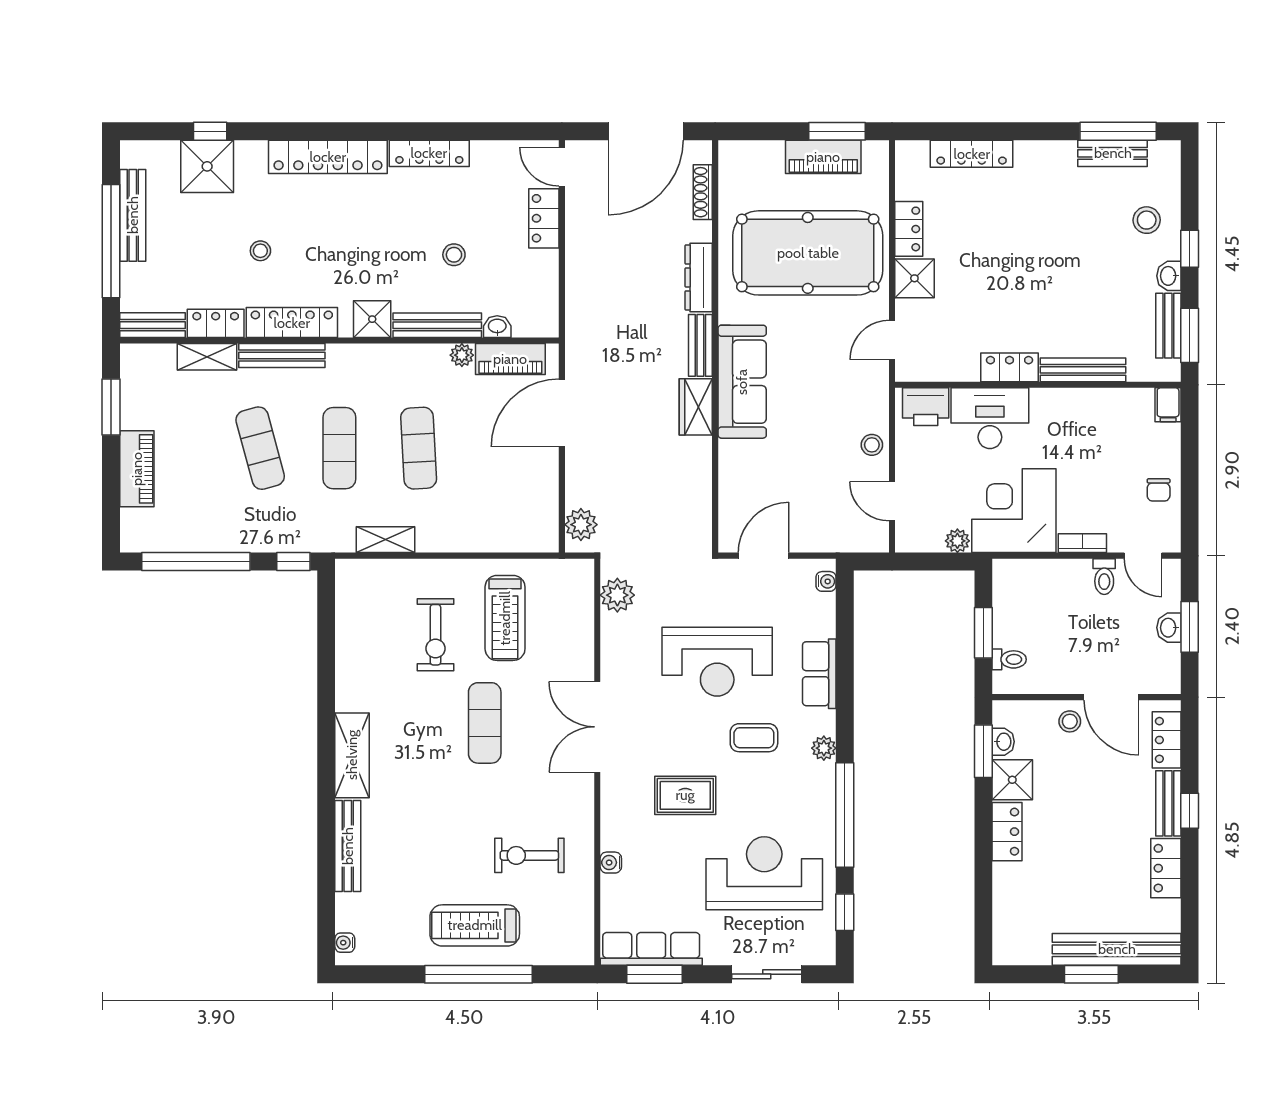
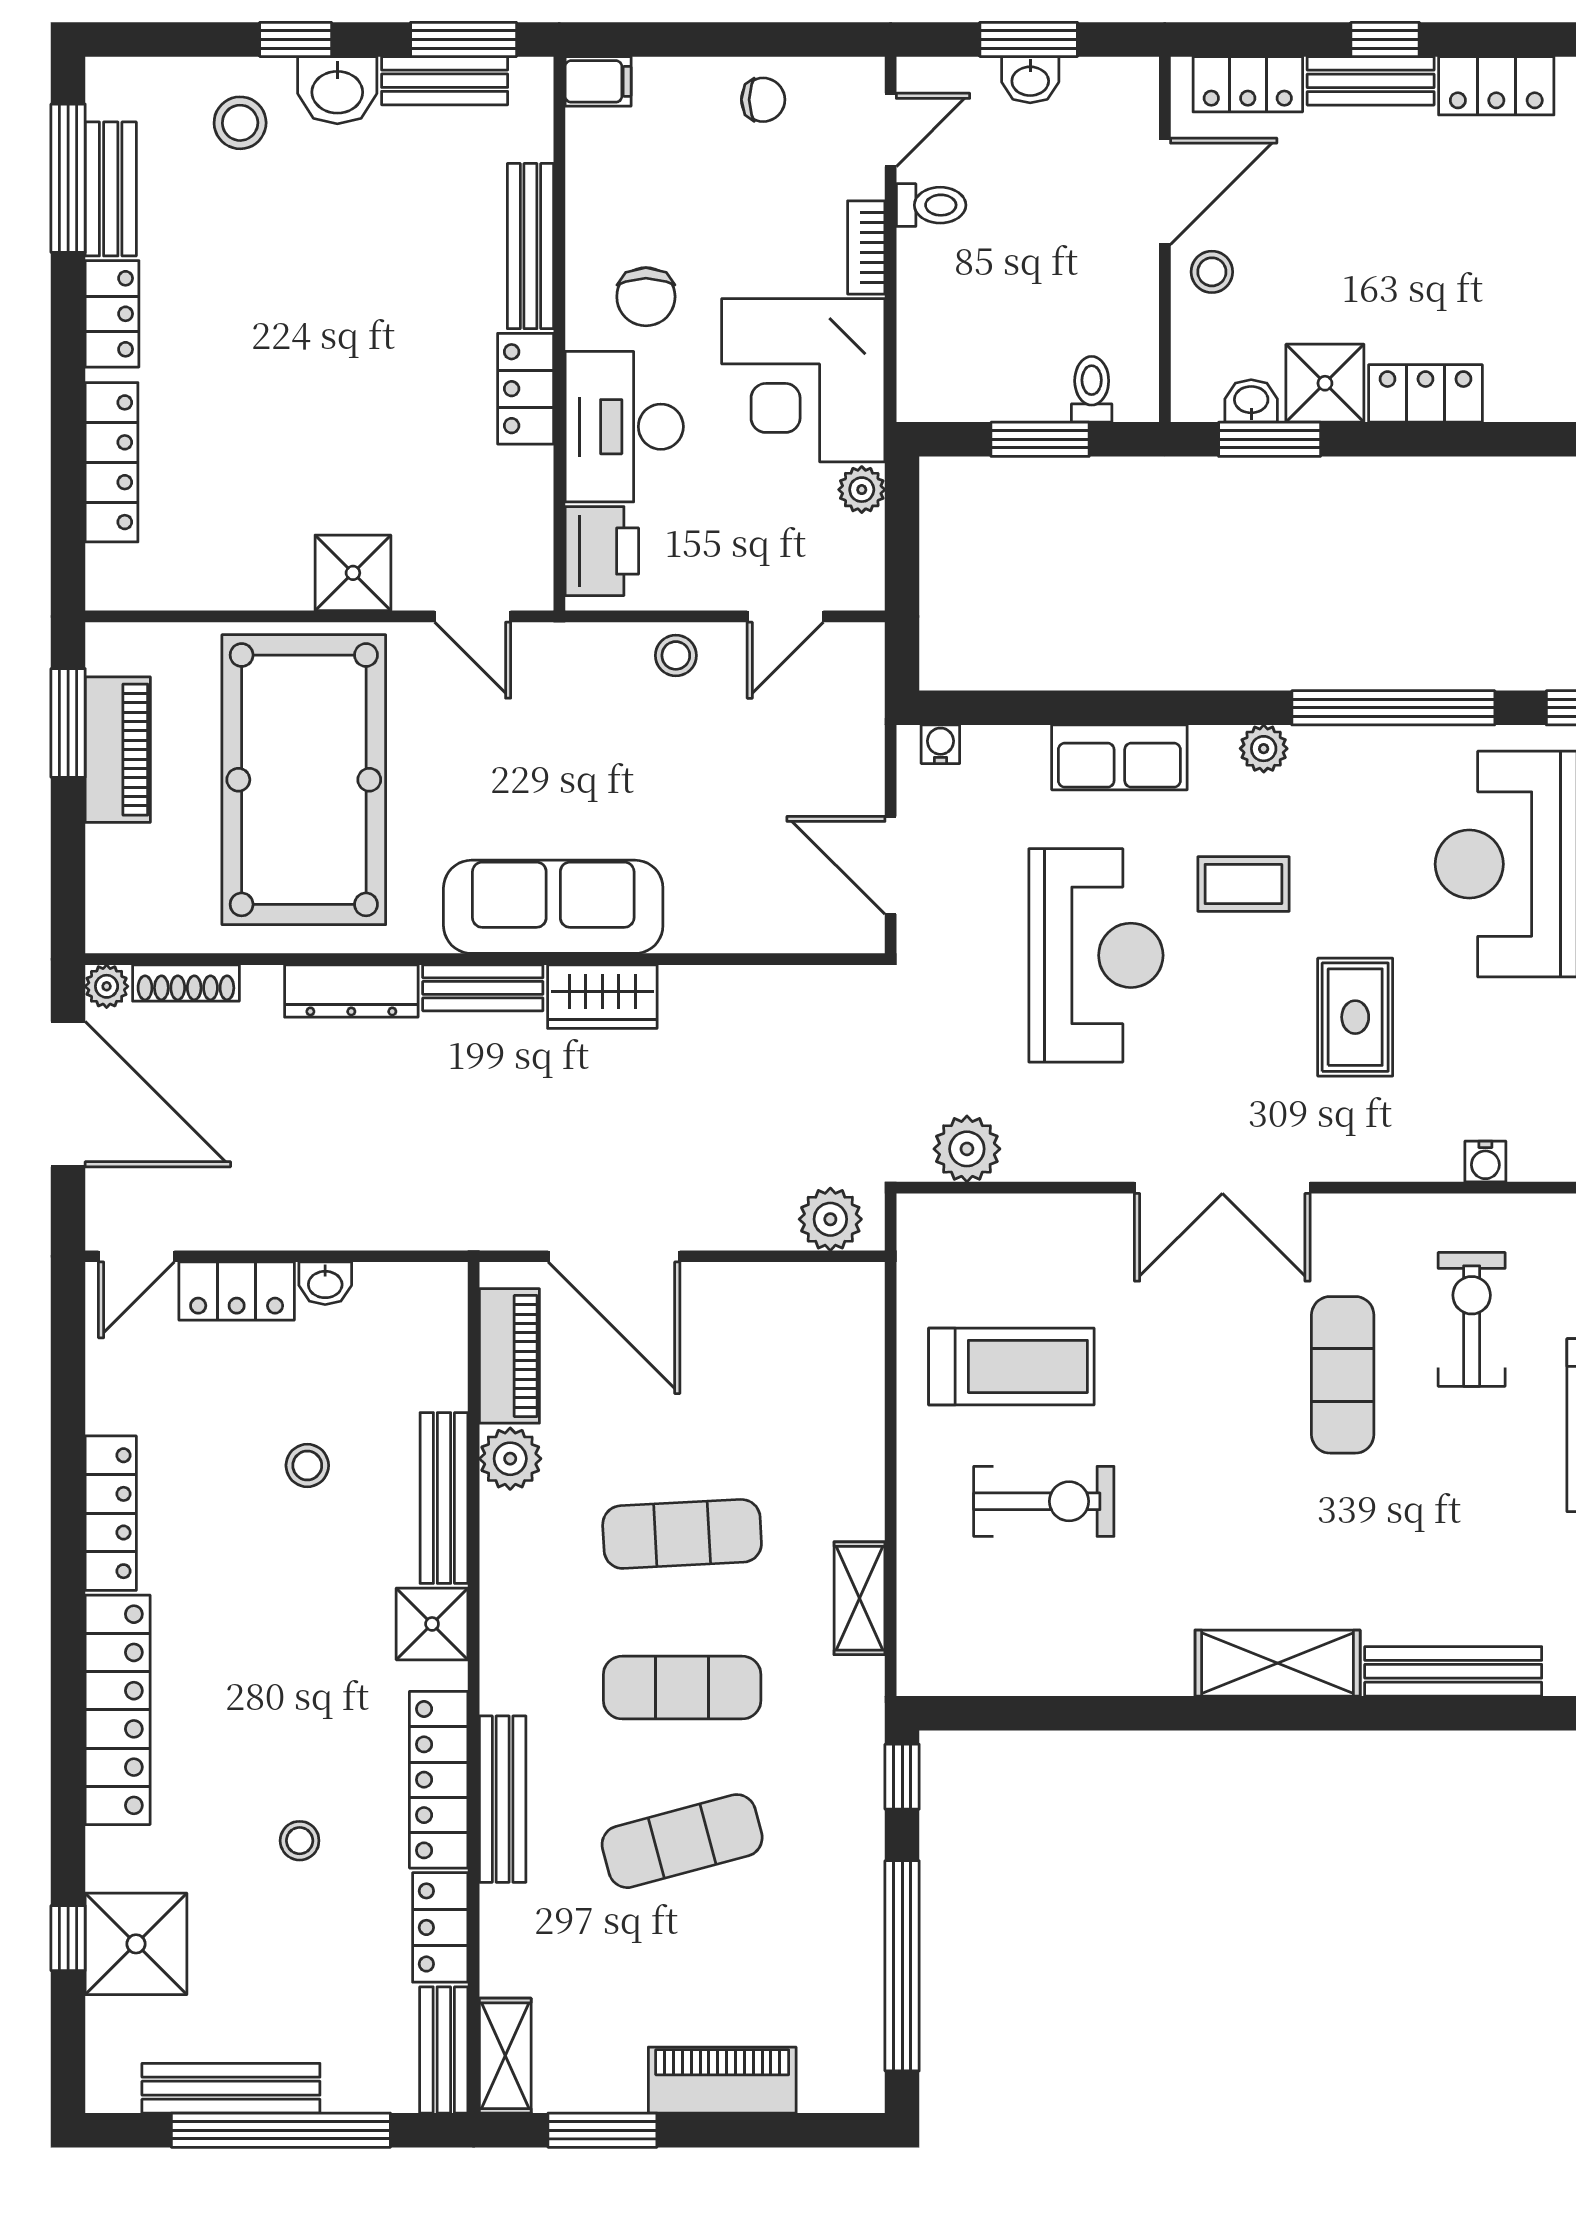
plant: (701, 151) -> (107, 986), added
locker: (909, 229) -> (112, 314), moved, turned 90
washbasin: (1169, 276) -> (337, 90), width x1.38, depth x1.45
washbasin: (497, 327) -> (325, 1283), moved, turned -90
plant: (462, 355) -> (510, 1459), width x1.38, depth x1.38
shelving: (207, 357) -> (505, 2056), moved
chair: (1057, 429) -> (646, 297), added
exercise mat: (485, 723) -> (1343, 1375), moved, turned 90
coffee table: (754, 738) -> (1243, 884), turned 90
exercise bike: (529, 855) -> (1472, 1319), turned 180

